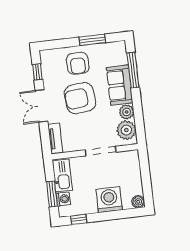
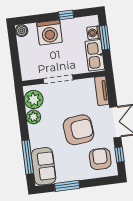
armchair: (78, 63) -> (100, 159), moved
sofa: (120, 85) -> (44, 166), moved
window: (79, 219) -> (66, 15), moved

